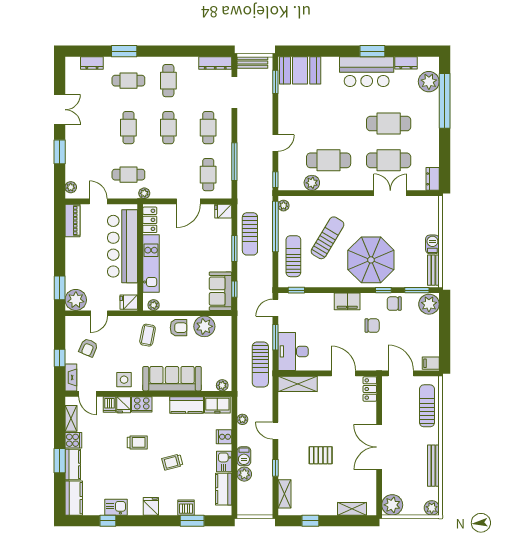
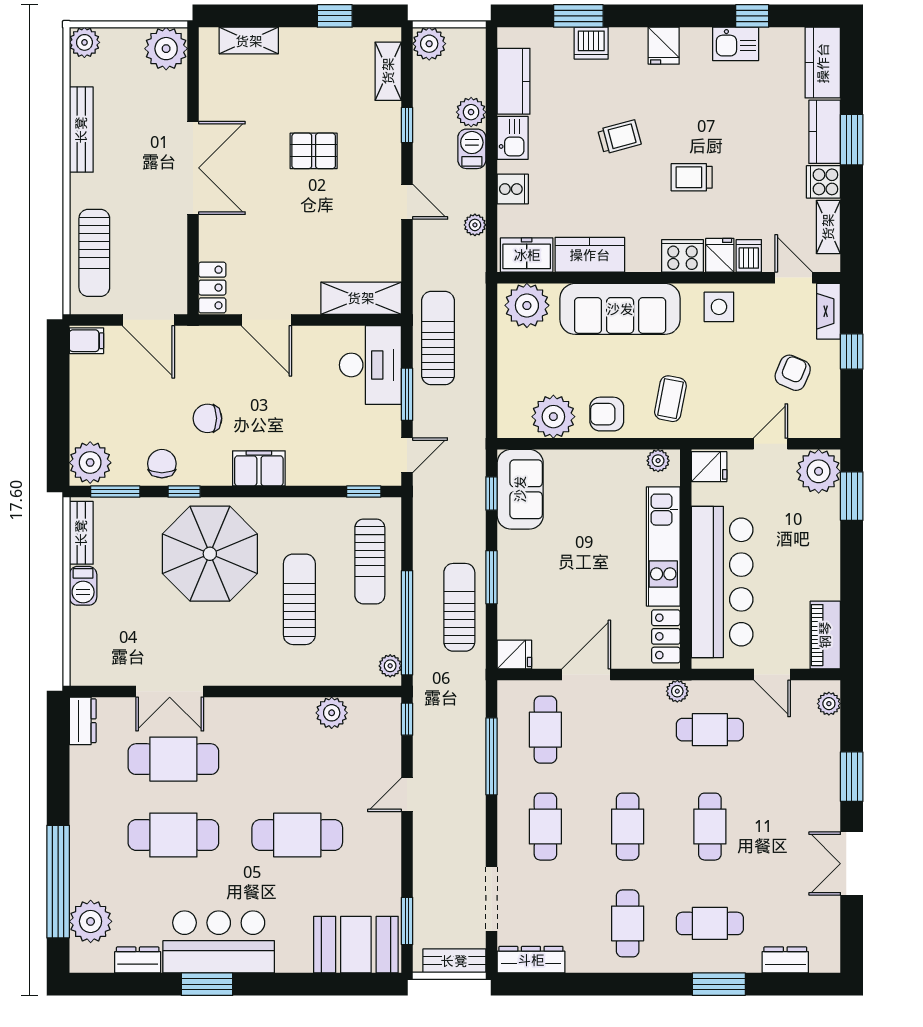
cafe table: (329, 160) -> (297, 835), moved
sun lounger: (328, 238) -> (299, 599), turned 149
chair: (394, 304) -> (162, 464), turned -90
plant: (222, 385) -> (527, 305), width x1.87, depth x1.87
plant: (265, 507) -> (429, 44), added

